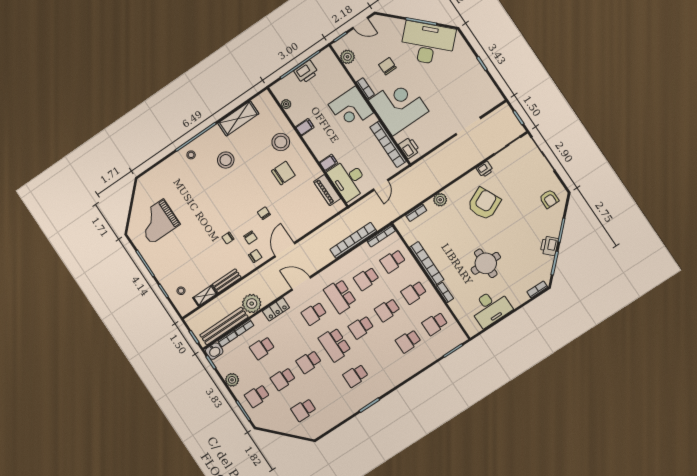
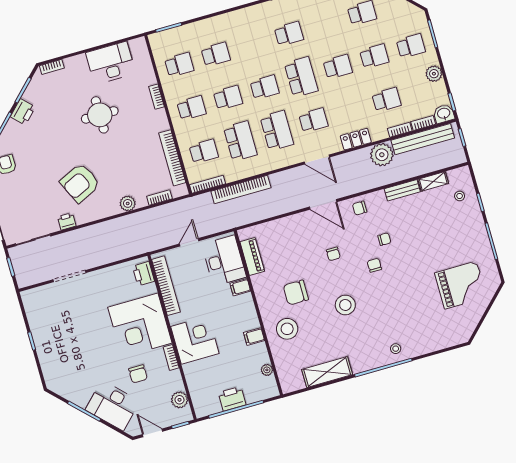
desk: (428, 44) -> (113, 405), moved, width x0.73, depth x0.77
stool: (226, 160) -> (345, 305), moved
chair: (250, 237) -> (374, 265), moved
door: (285, 250) -> (323, 204), hinge flipped
bookcase: (427, 263) -> (172, 158), moved
school desk: (366, 279) -> (240, 141), width x1.85

